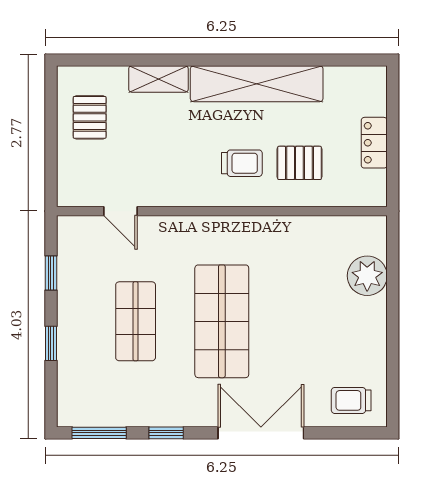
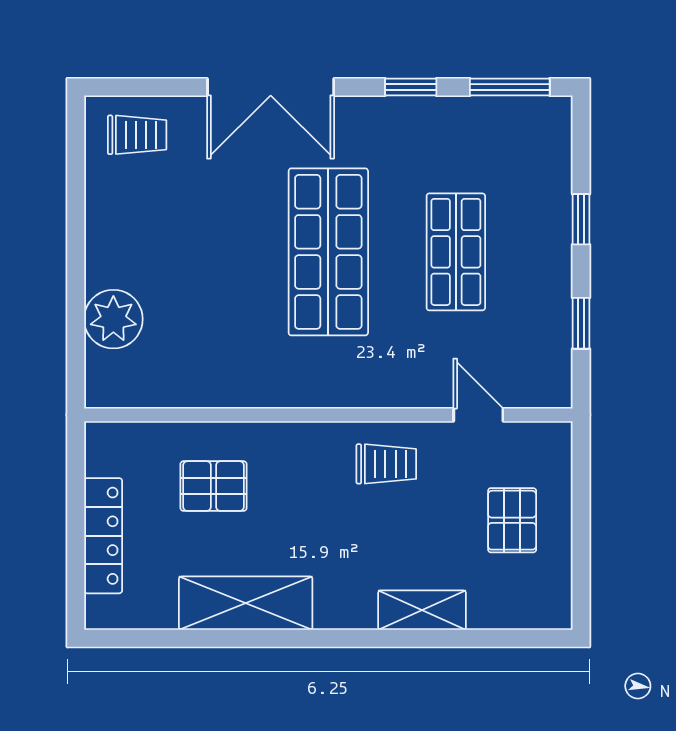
shelving: (257, 84) -> (246, 603), width x0.68
pallet: (90, 117) -> (512, 520), moved
locker: (374, 143) -> (103, 536), width x1.53
trolley: (242, 163) -> (386, 464), moved, turned 180

